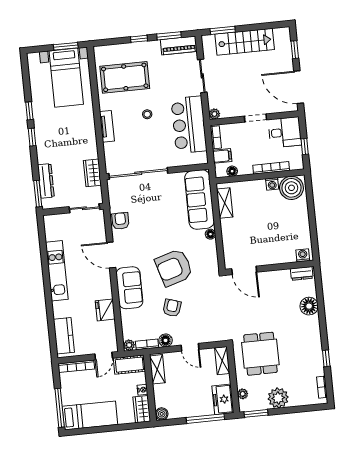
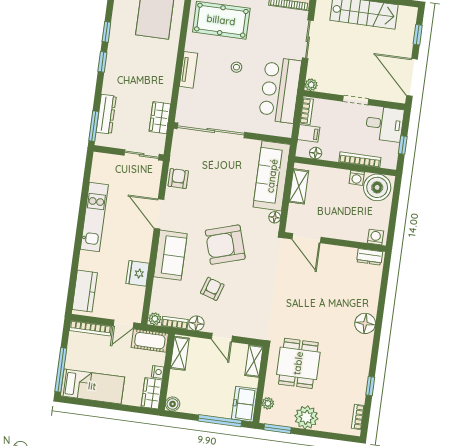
washing machine: (303, 255) -> (375, 237), moved
wall: (269, 268) -> (335, 242), moved
door: (244, 270) -> (306, 238), moved
dresser: (302, 273) -> (370, 257), moved

